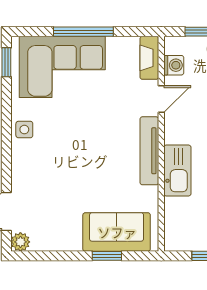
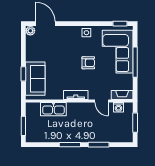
armchair: (85, 126) -> (88, 63), added
tv unit: (149, 151) -> (76, 95), width x0.71
kitchen sink: (177, 170) -> (53, 109), moved

